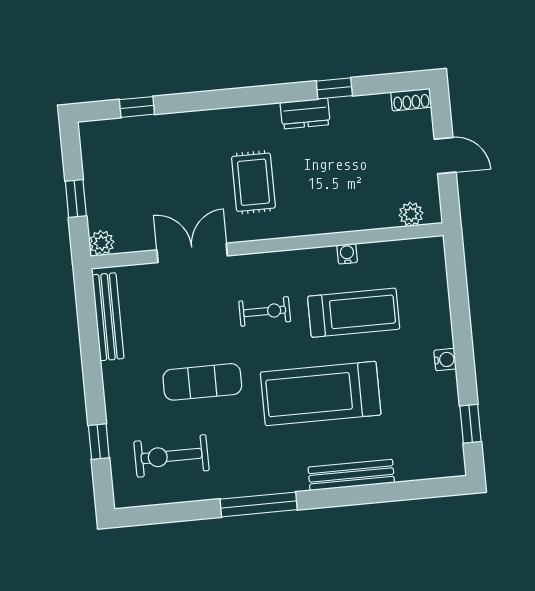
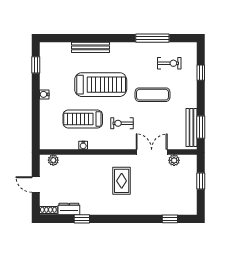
dresser: (305, 114) -> (69, 209), moved
plant: (102, 243) -> (174, 160), moved
double door: (192, 253) -> (152, 152), swing flipped
window: (87, 319) -> (201, 127), added
exercise bike: (171, 456) -> (169, 63), width x0.73, depth x0.72
window: (259, 504) -> (152, 38), moved

